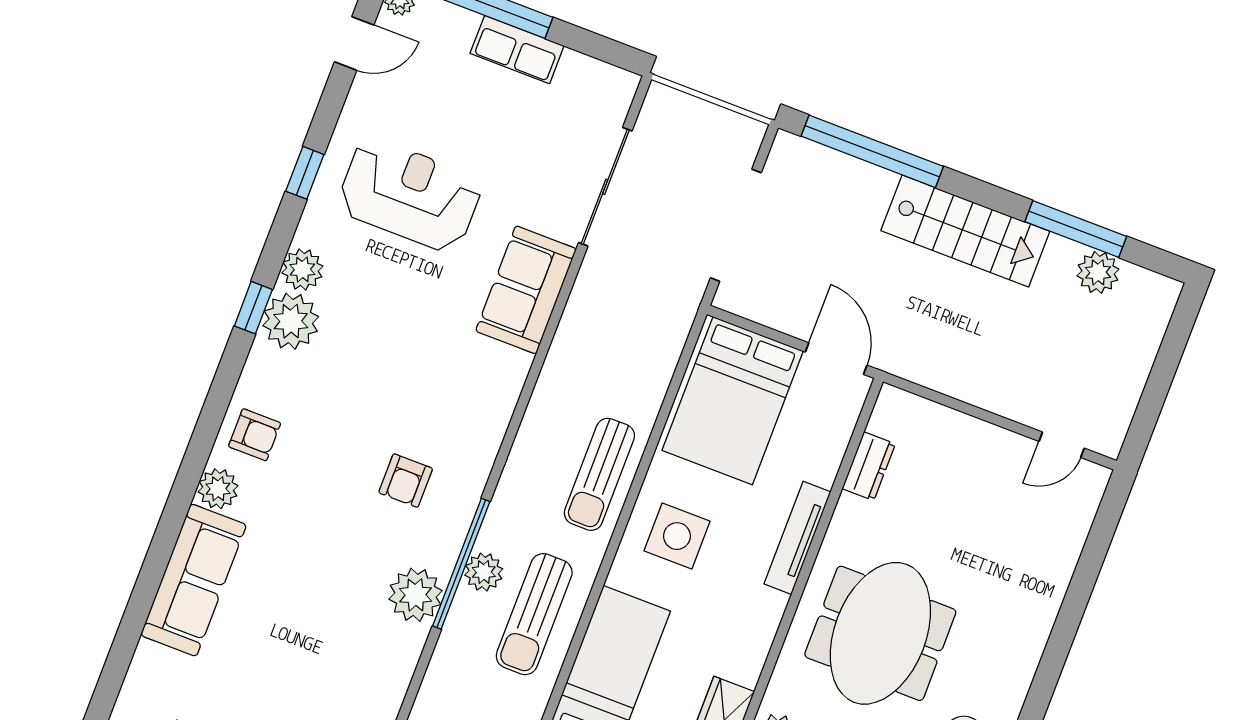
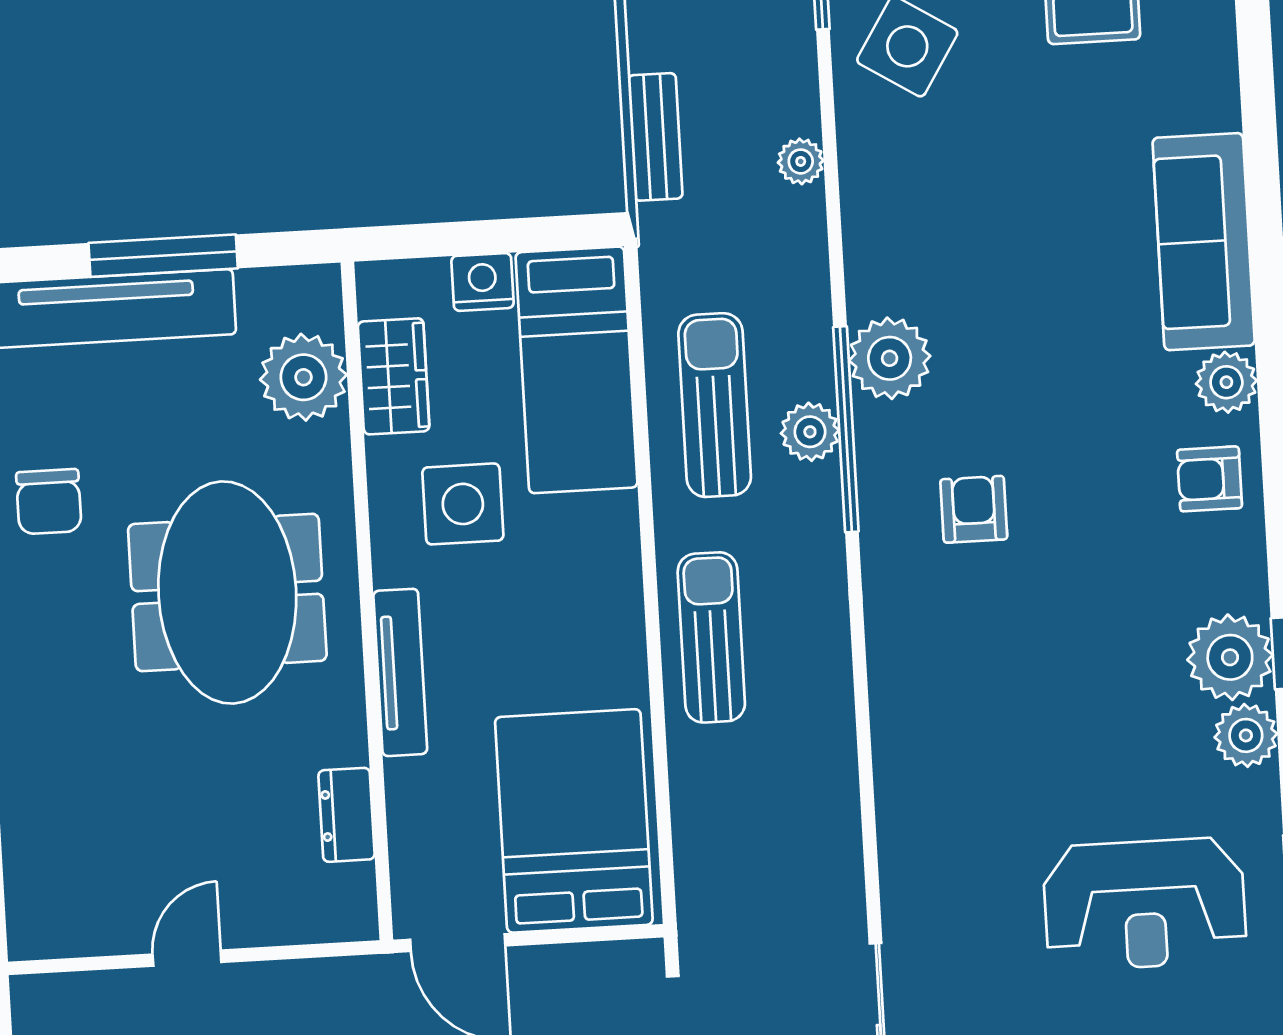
sofa: (526, 290) -> (926, 845), removed
door: (1062, 445) -> (187, 958), moved
side table: (677, 536) -> (463, 504), moved

